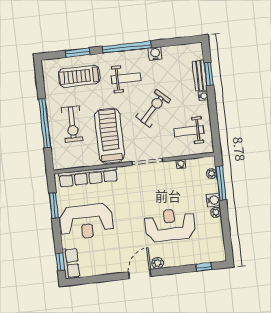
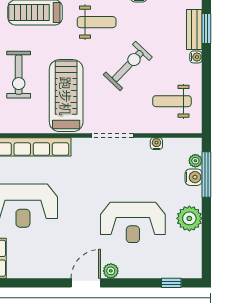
water cooler: (213, 200) -> (194, 177), moved
plant: (216, 212) -> (189, 218), width x1.87, depth x1.87
reception desk: (170, 225) -> (133, 222), turned 180

